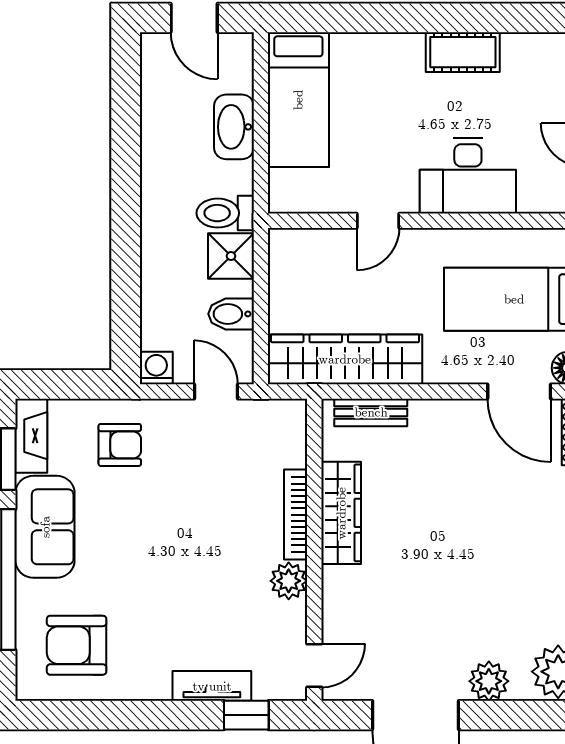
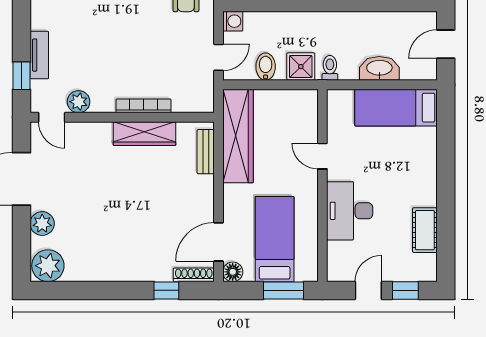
cot: (463, 52) -> (425, 230), moved
toilet: (225, 213) -> (330, 68), width x0.73, depth x0.72
plant: (289, 581) -> (79, 102), moved

